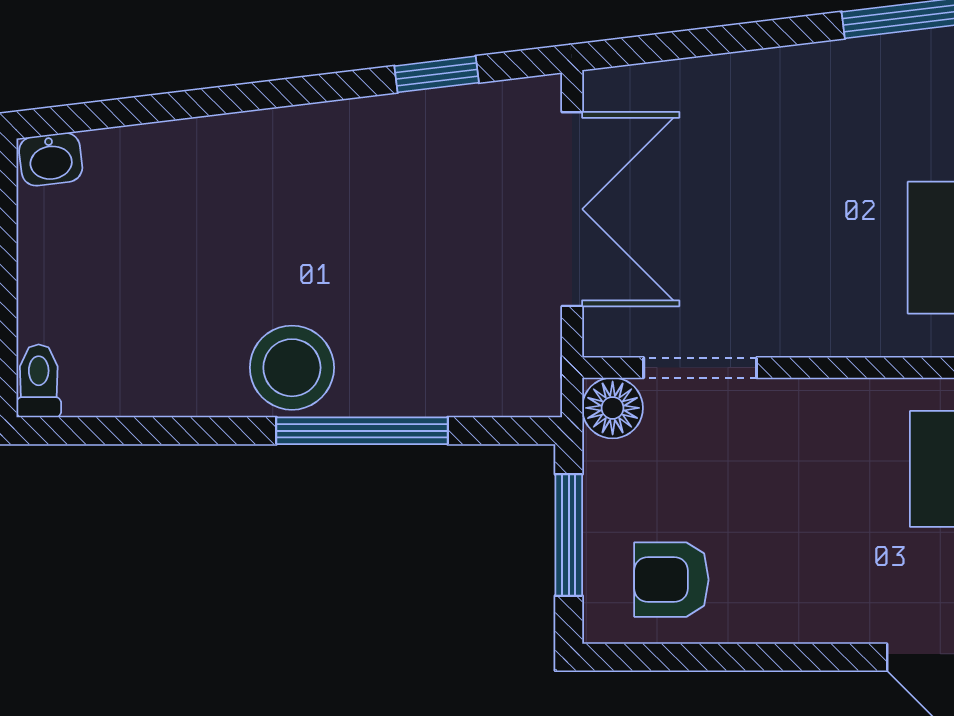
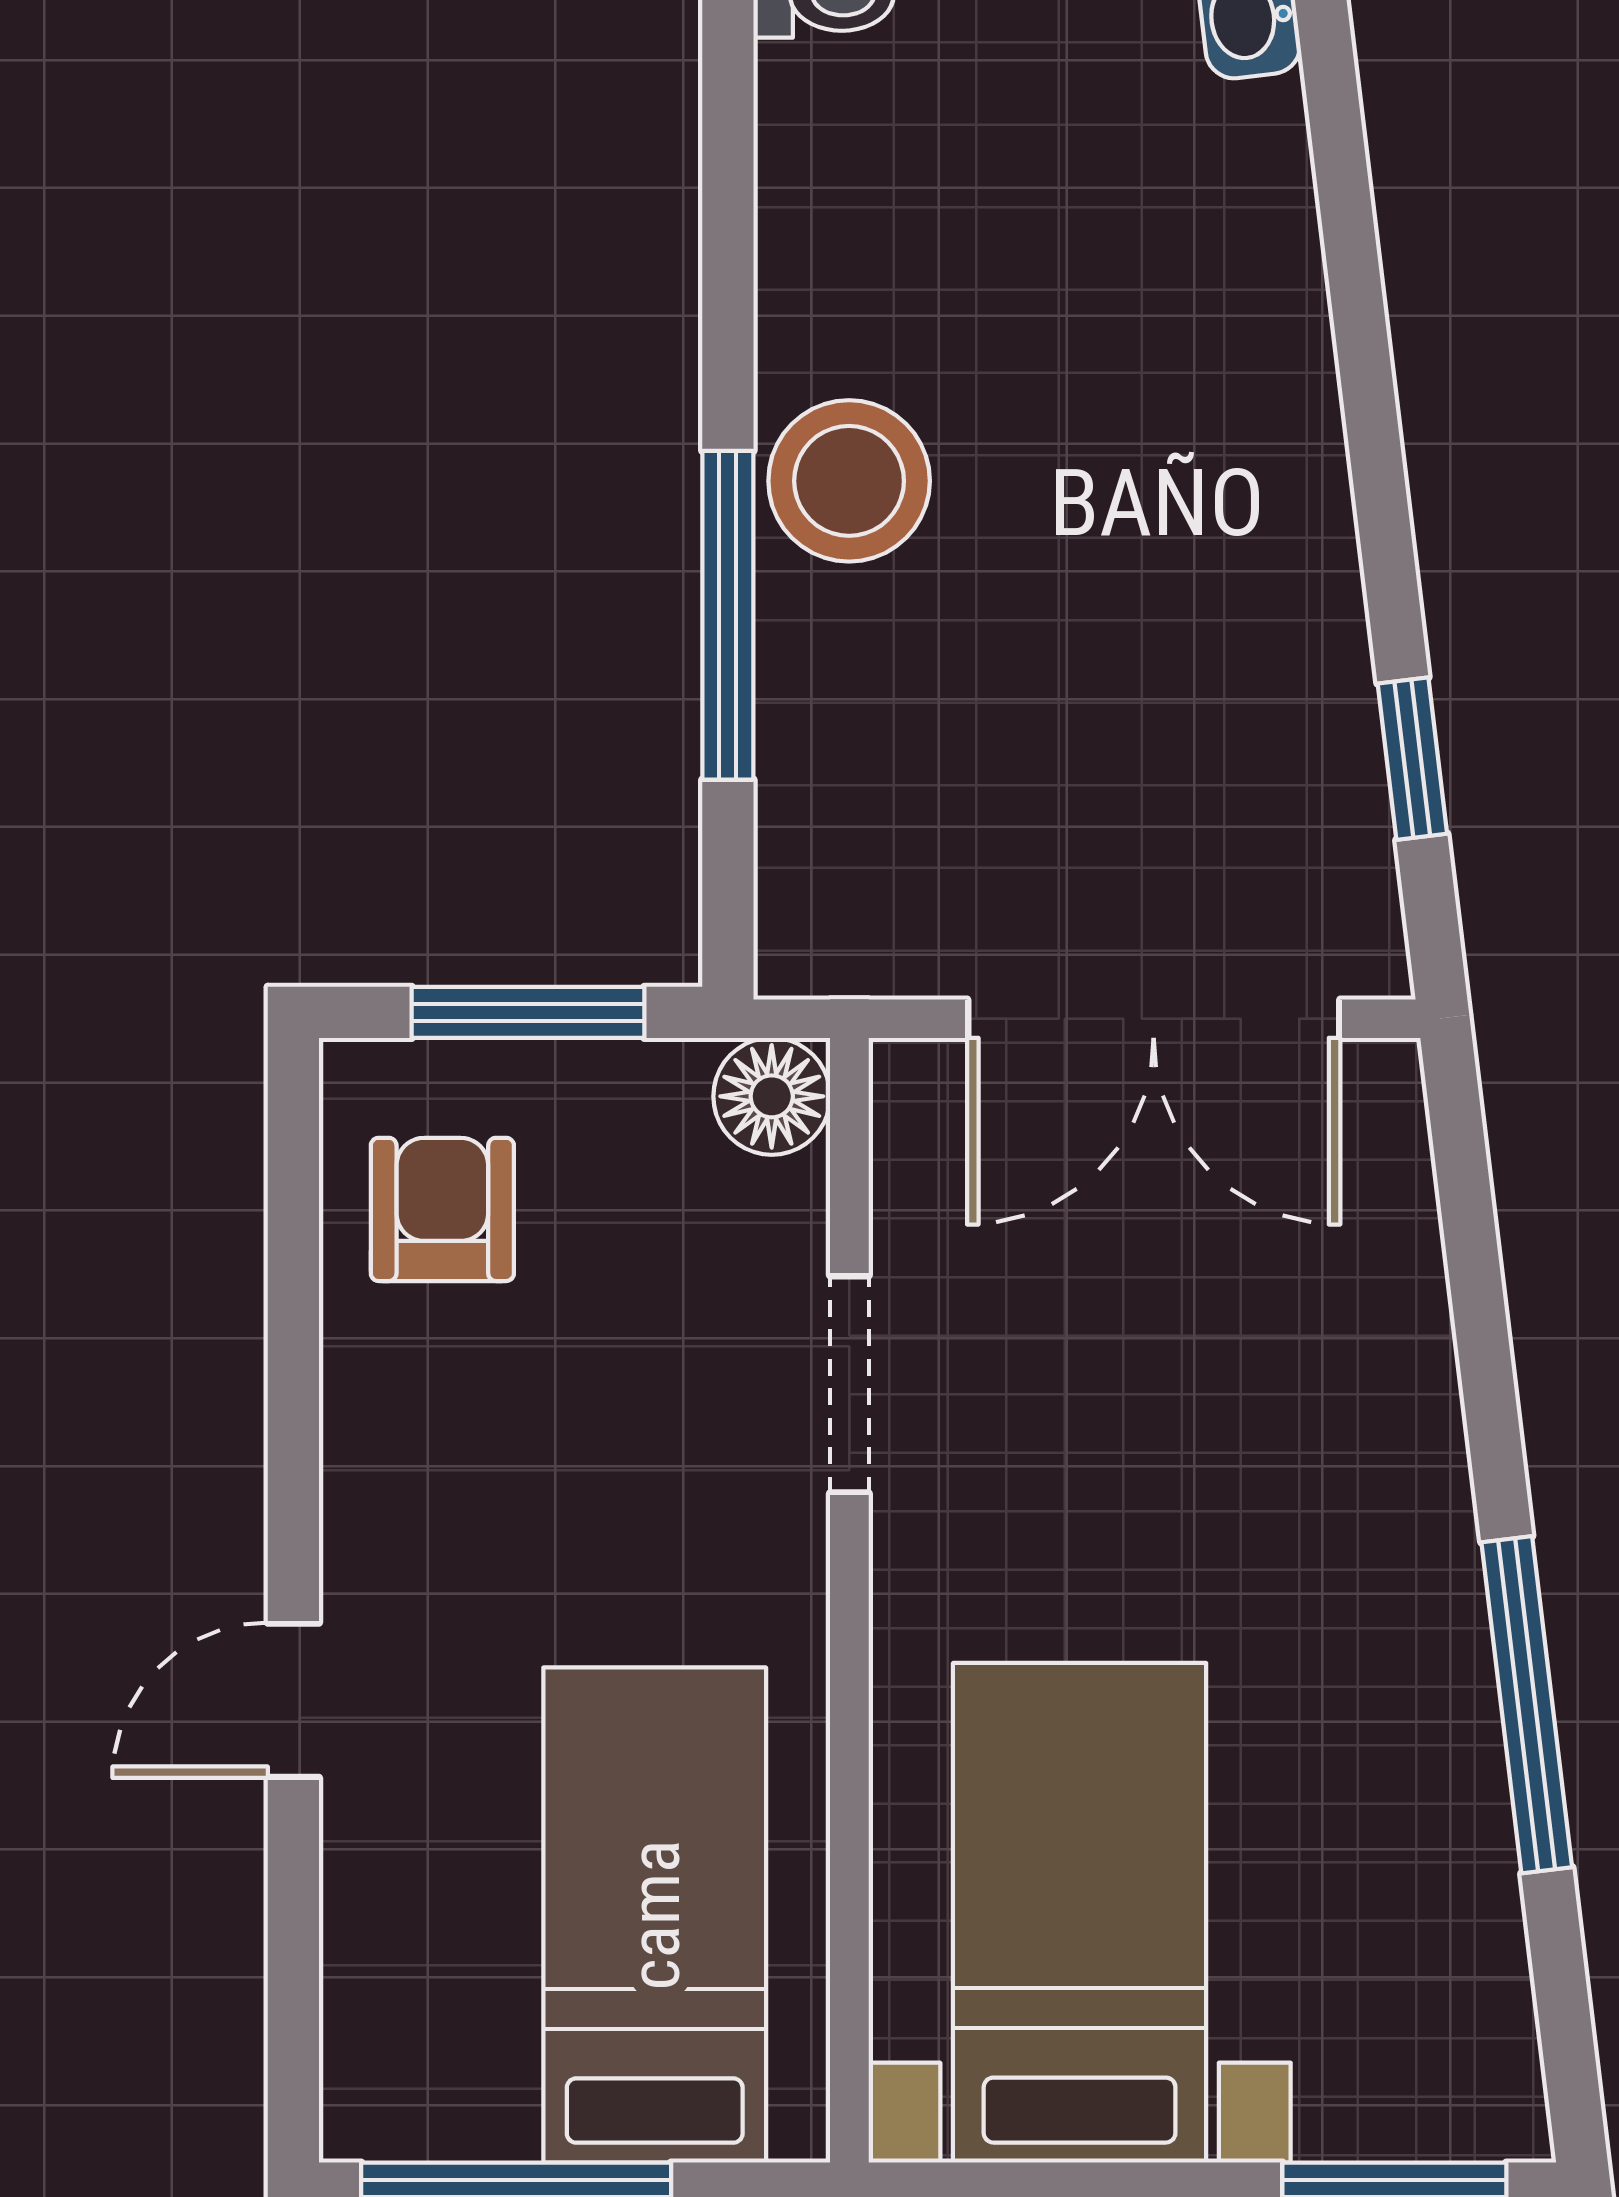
doorway: (700, 368) -> (849, 1384), moved

